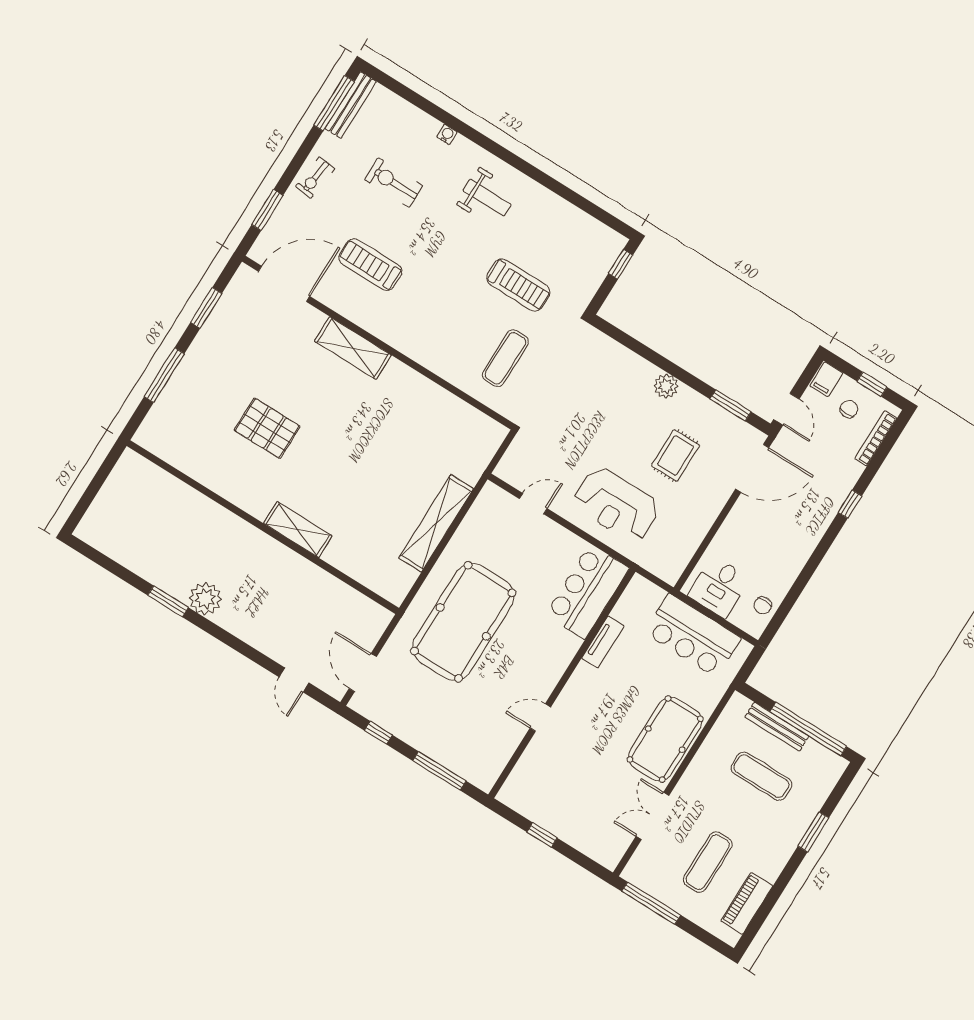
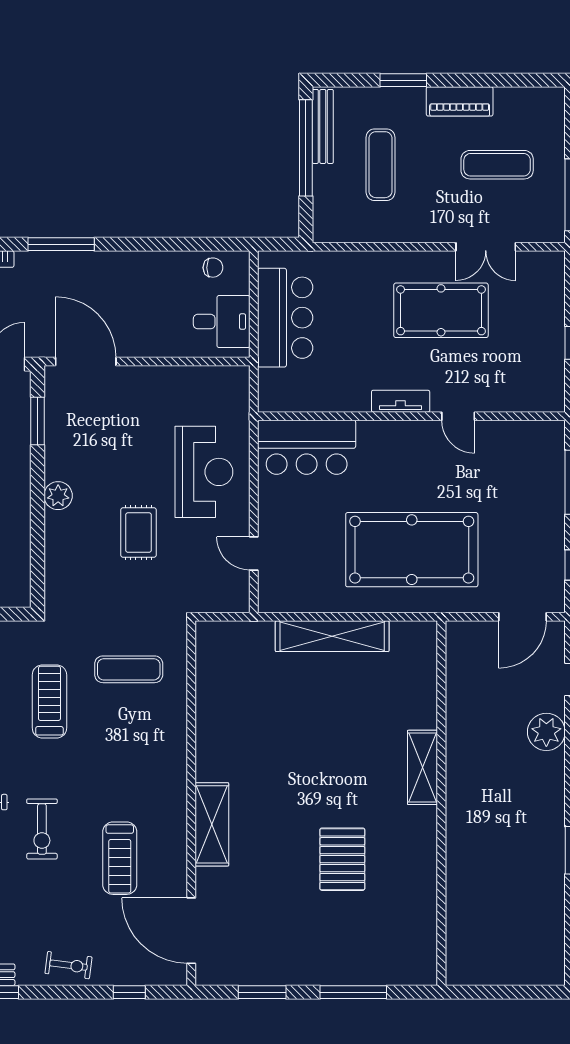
exercise bike: (394, 183) -> (42, 829), moved
window: (267, 210) -> (129, 992), width x0.67
rug: (676, 455) -> (139, 533), moved, turned 90
window: (850, 504) -> (61, 244), width x2.17
plant: (205, 599) -> (546, 732), moved
tv unit: (603, 642) -> (401, 401), moved
bench: (777, 727) -> (323, 126), moved
pool table: (665, 739) -> (441, 310), moved
piano: (747, 903) -> (460, 101), moved

